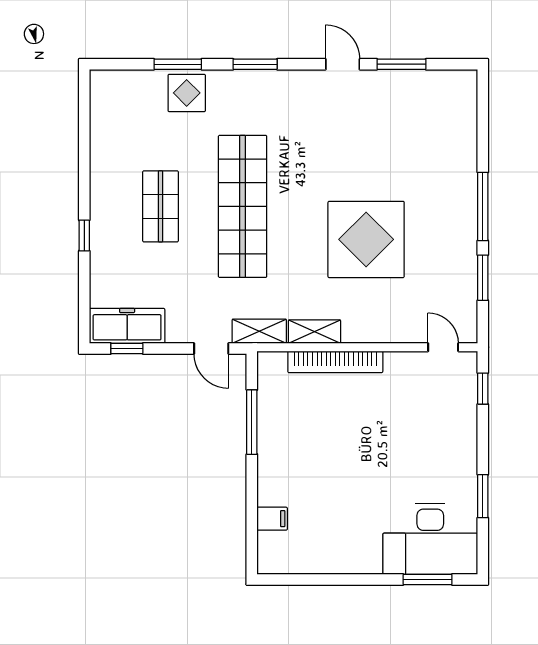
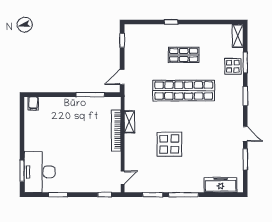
door: (343, 64) -> (245, 134), hinge flipped
display table: (366, 239) -> (169, 144), width x0.73, depth x0.73
freezer: (127, 326) -> (221, 185), moved, turned -90
shelving: (259, 331) -> (238, 36), moved
filing cabinet: (272, 519) -> (33, 103), moved

